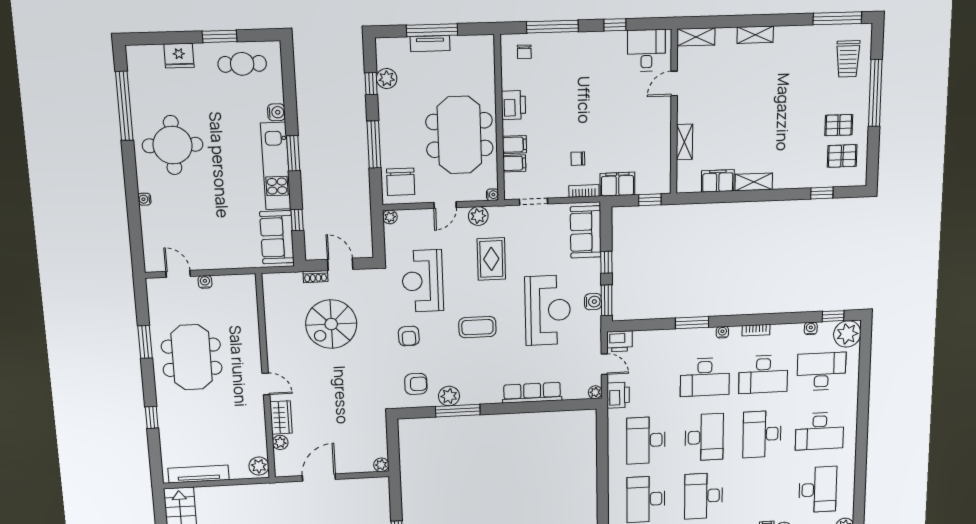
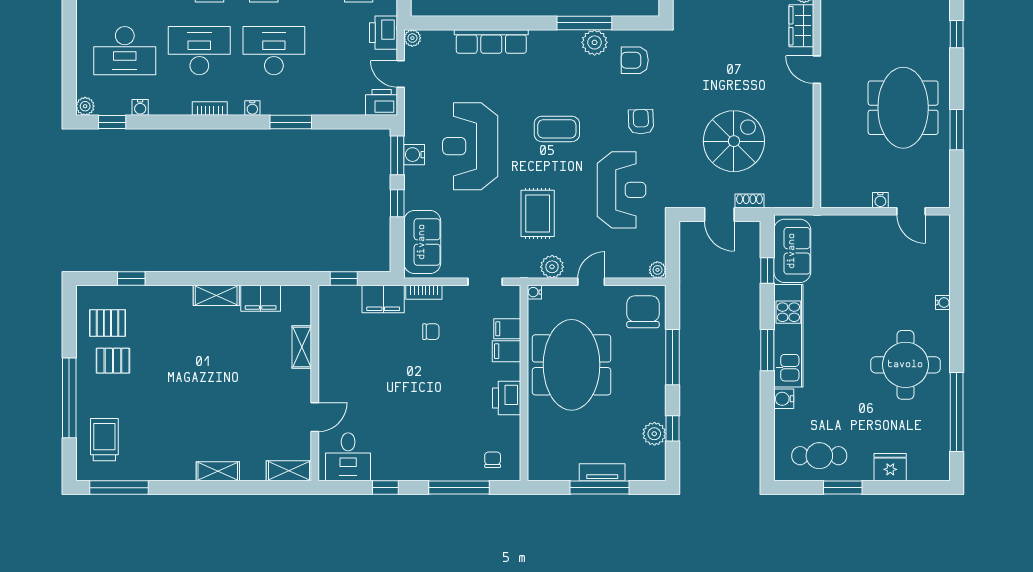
plant: (847, 334) -> (85, 106), width x0.53, depth x0.53

